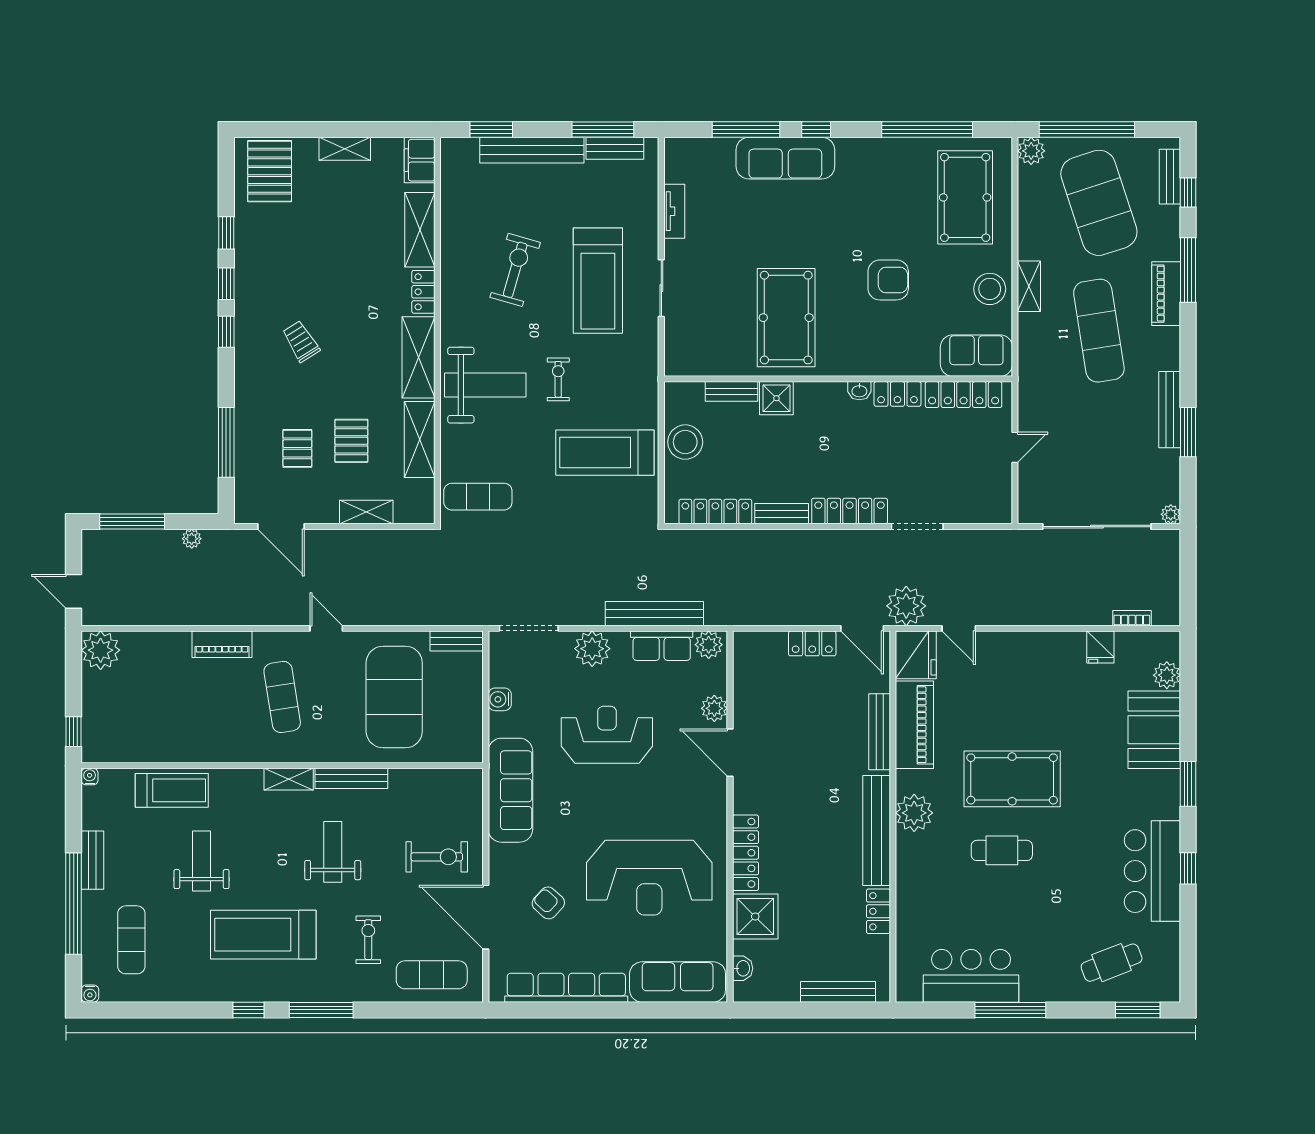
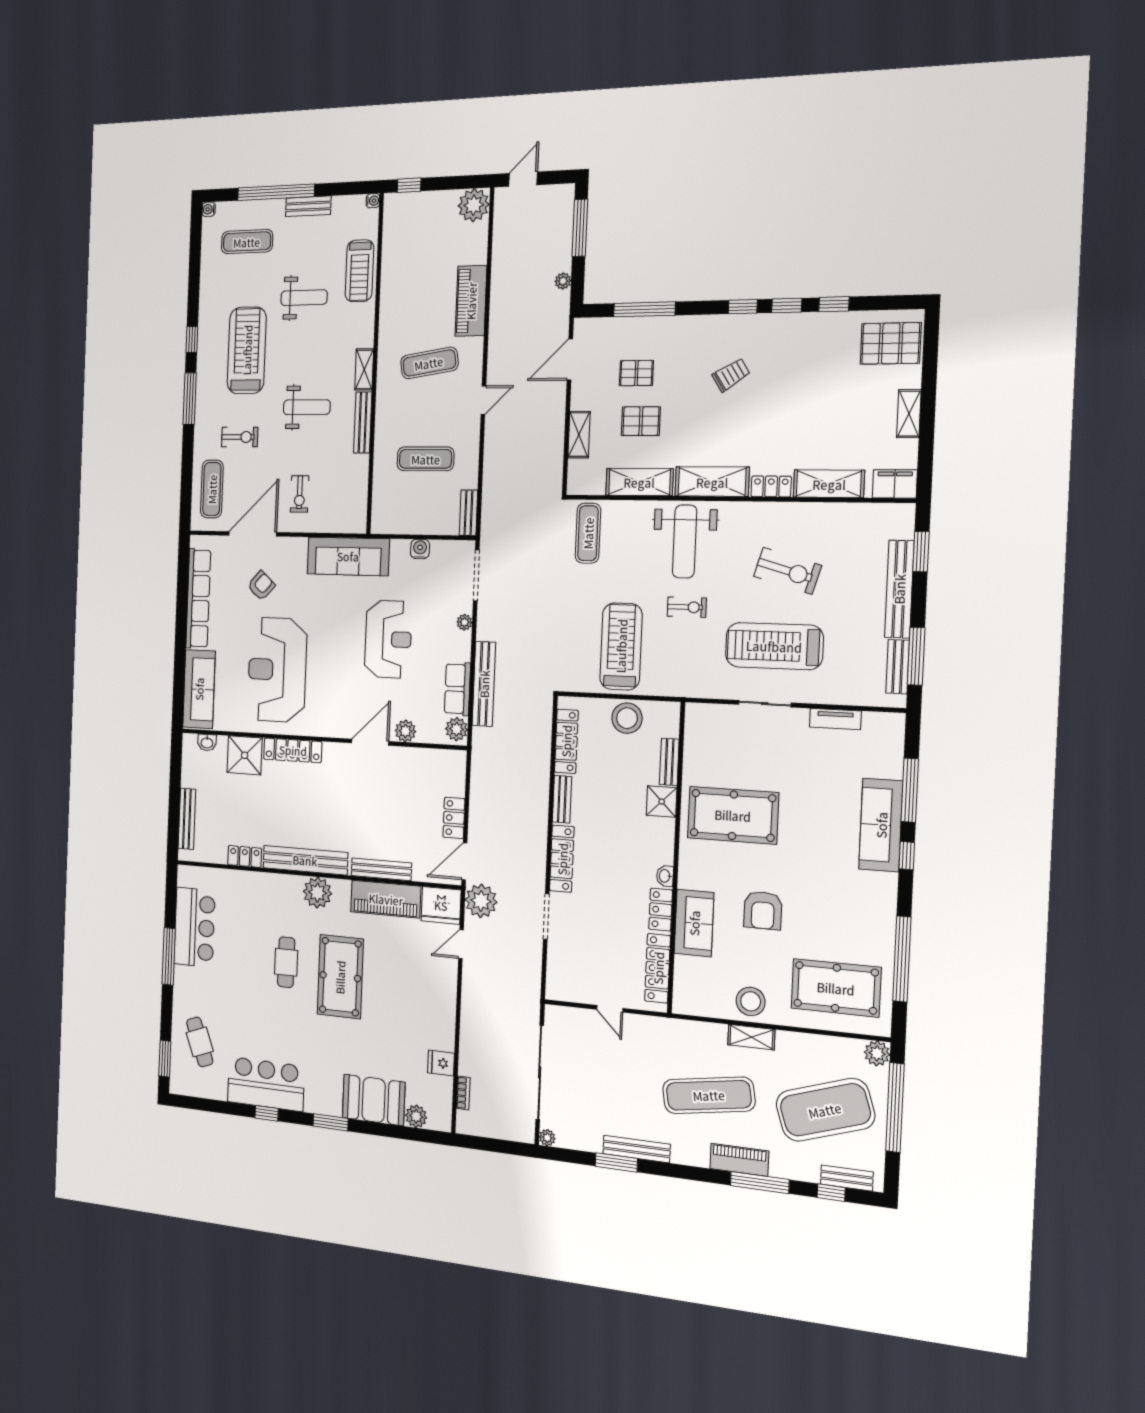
sofa: (976, 356) -> (694, 923), moved
piano: (222, 644) -> (471, 301), width x1.37, depth x1.33
plant: (592, 649) -> (464, 622), width x0.53, depth x0.53
exercise mat: (394, 697) -> (426, 459), width x0.50, depth x0.69
exercise bike: (437, 857) -> (300, 494), width x0.73, depth x0.72

